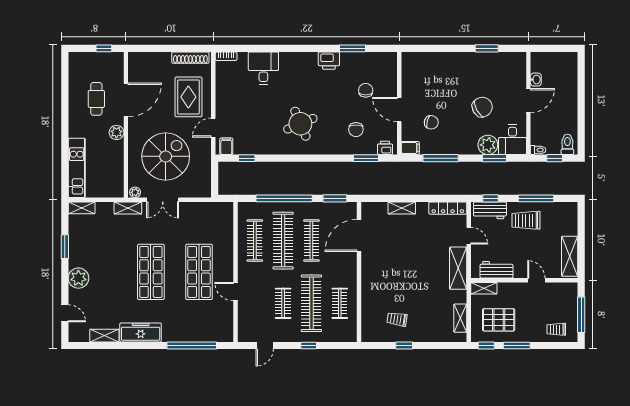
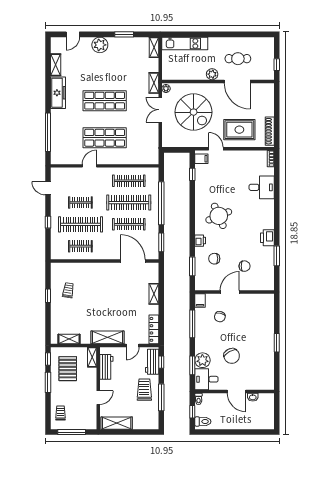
window: (487, 48) -> (277, 343), moved
printer: (385, 148) -> (200, 241), moved

